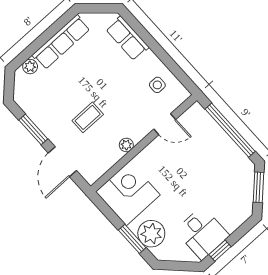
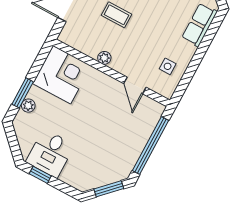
plant: (151, 234) -> (28, 106), width x0.53, depth x0.53

